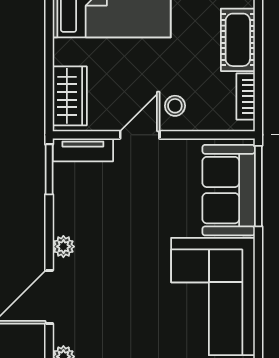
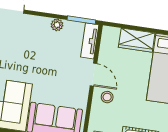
wardrobe: (70, 96) -> (137, 40), moved
plant: (63, 247) -> (57, 25), moved

